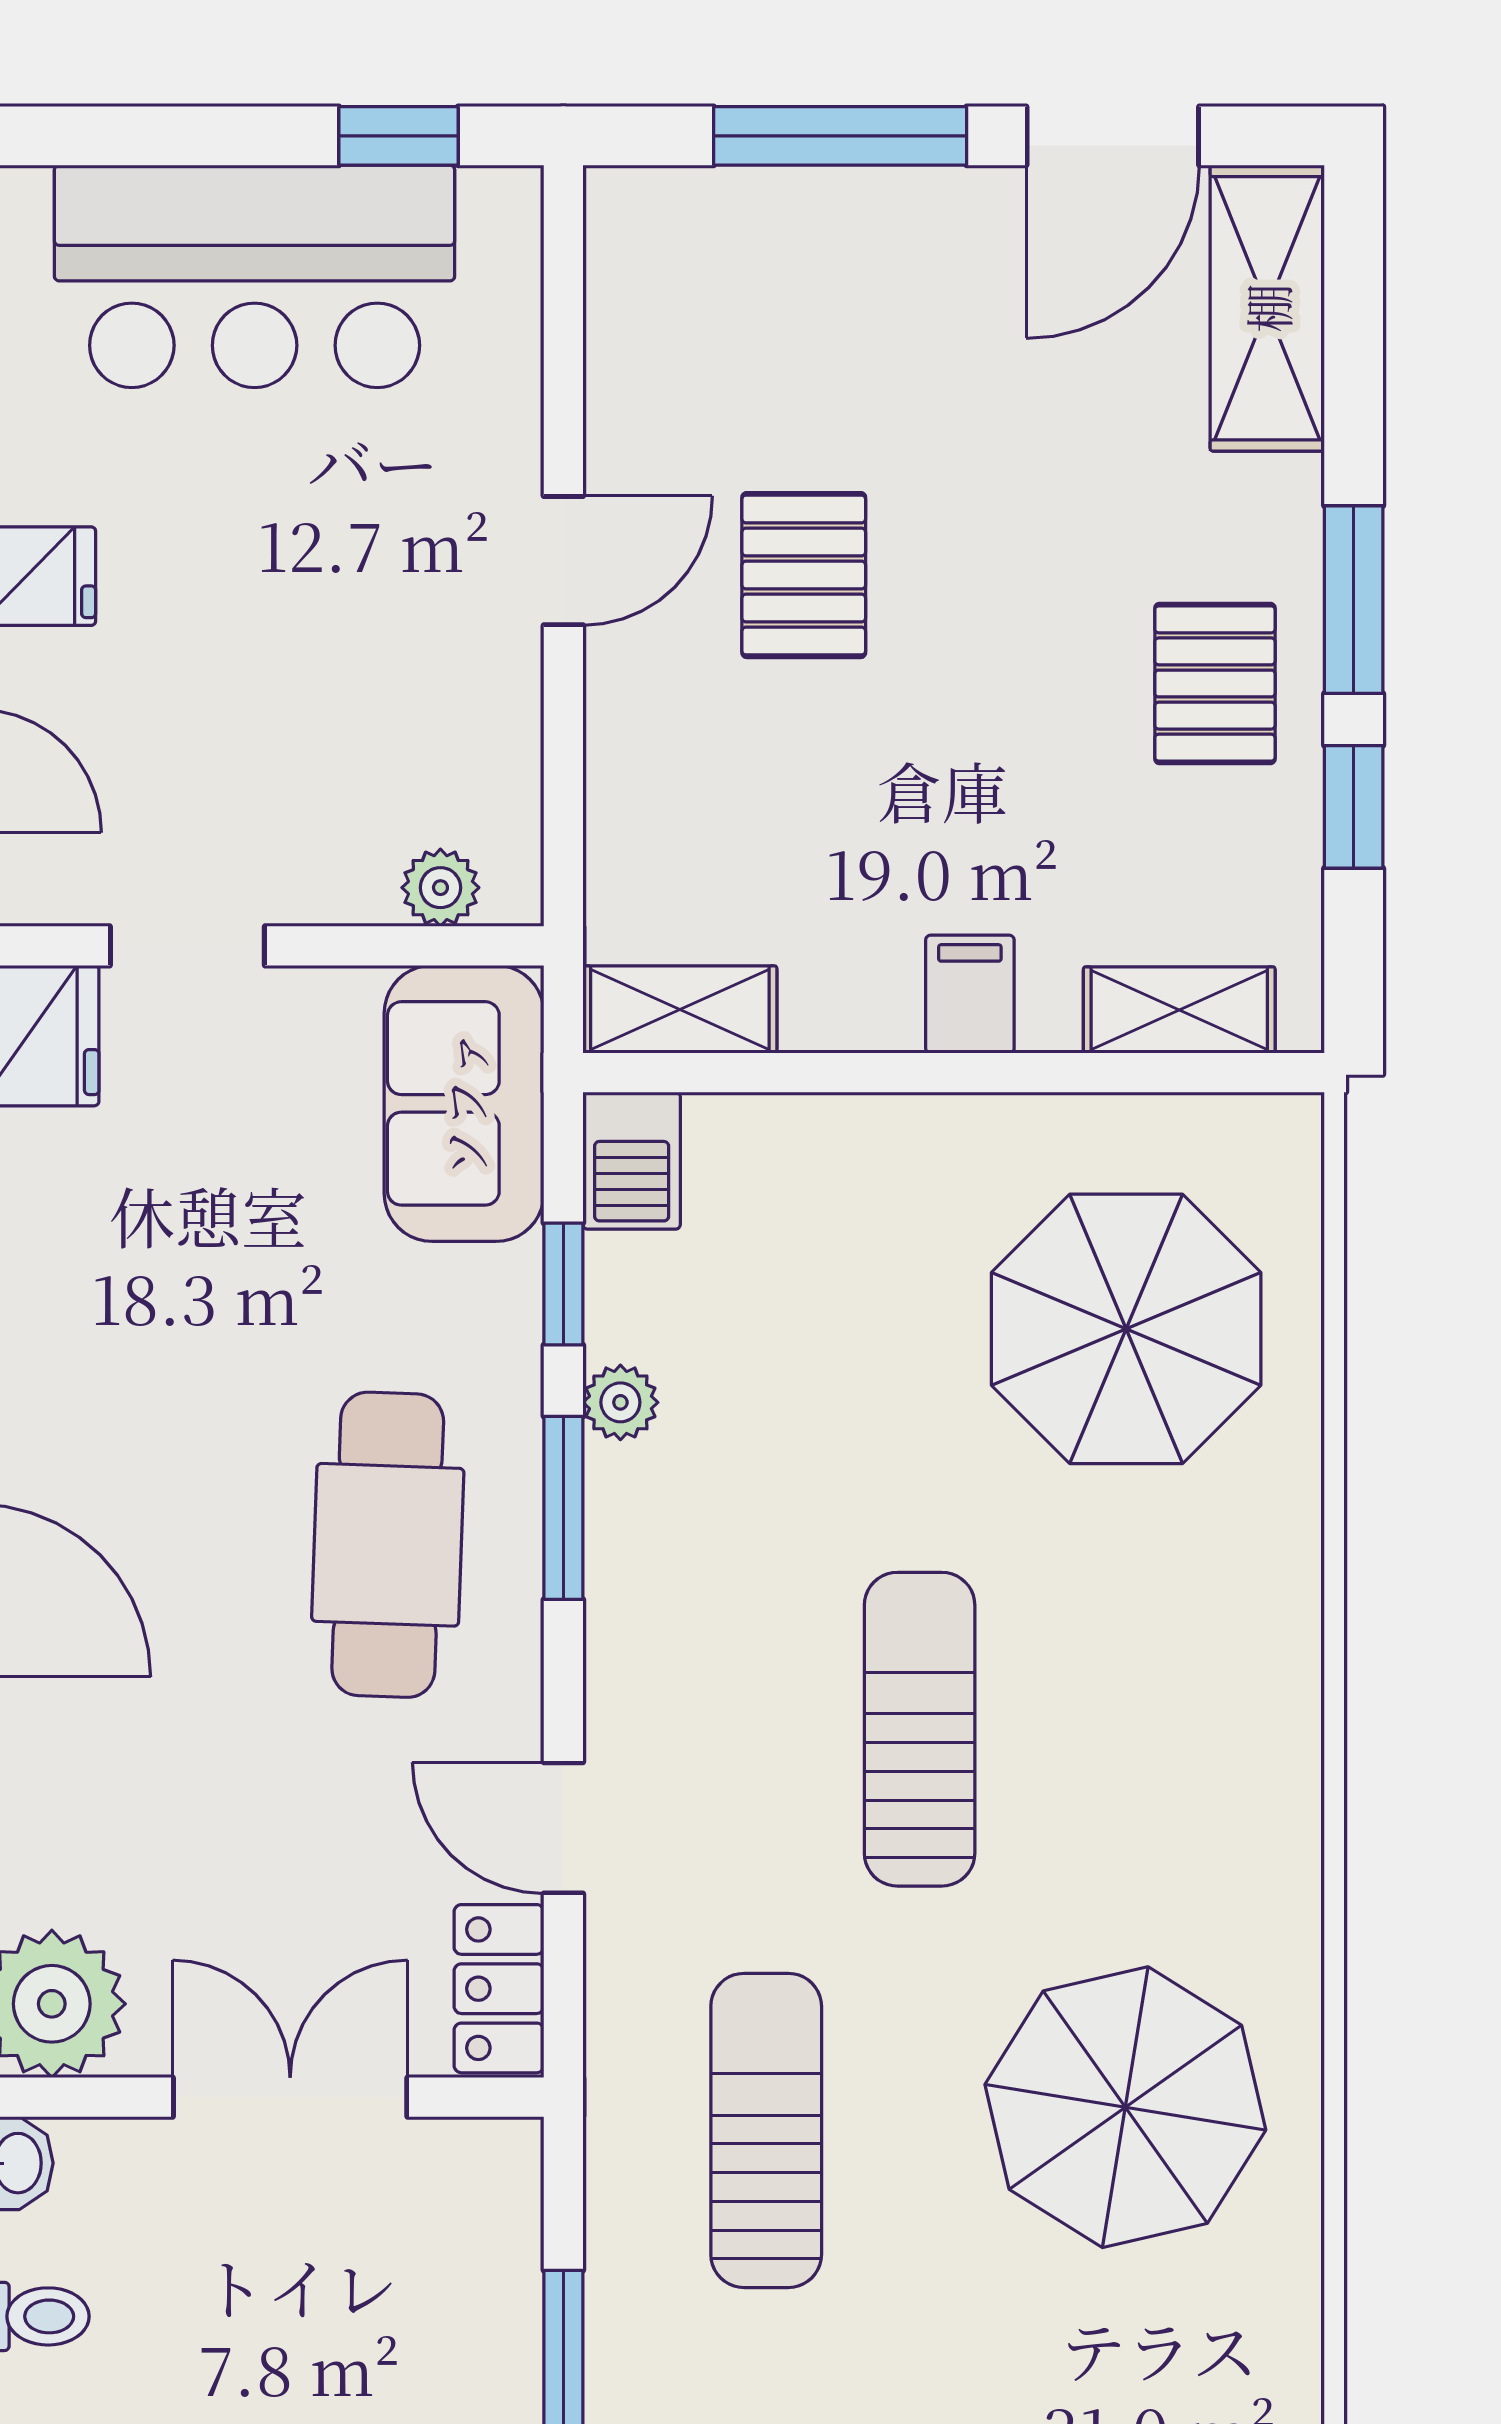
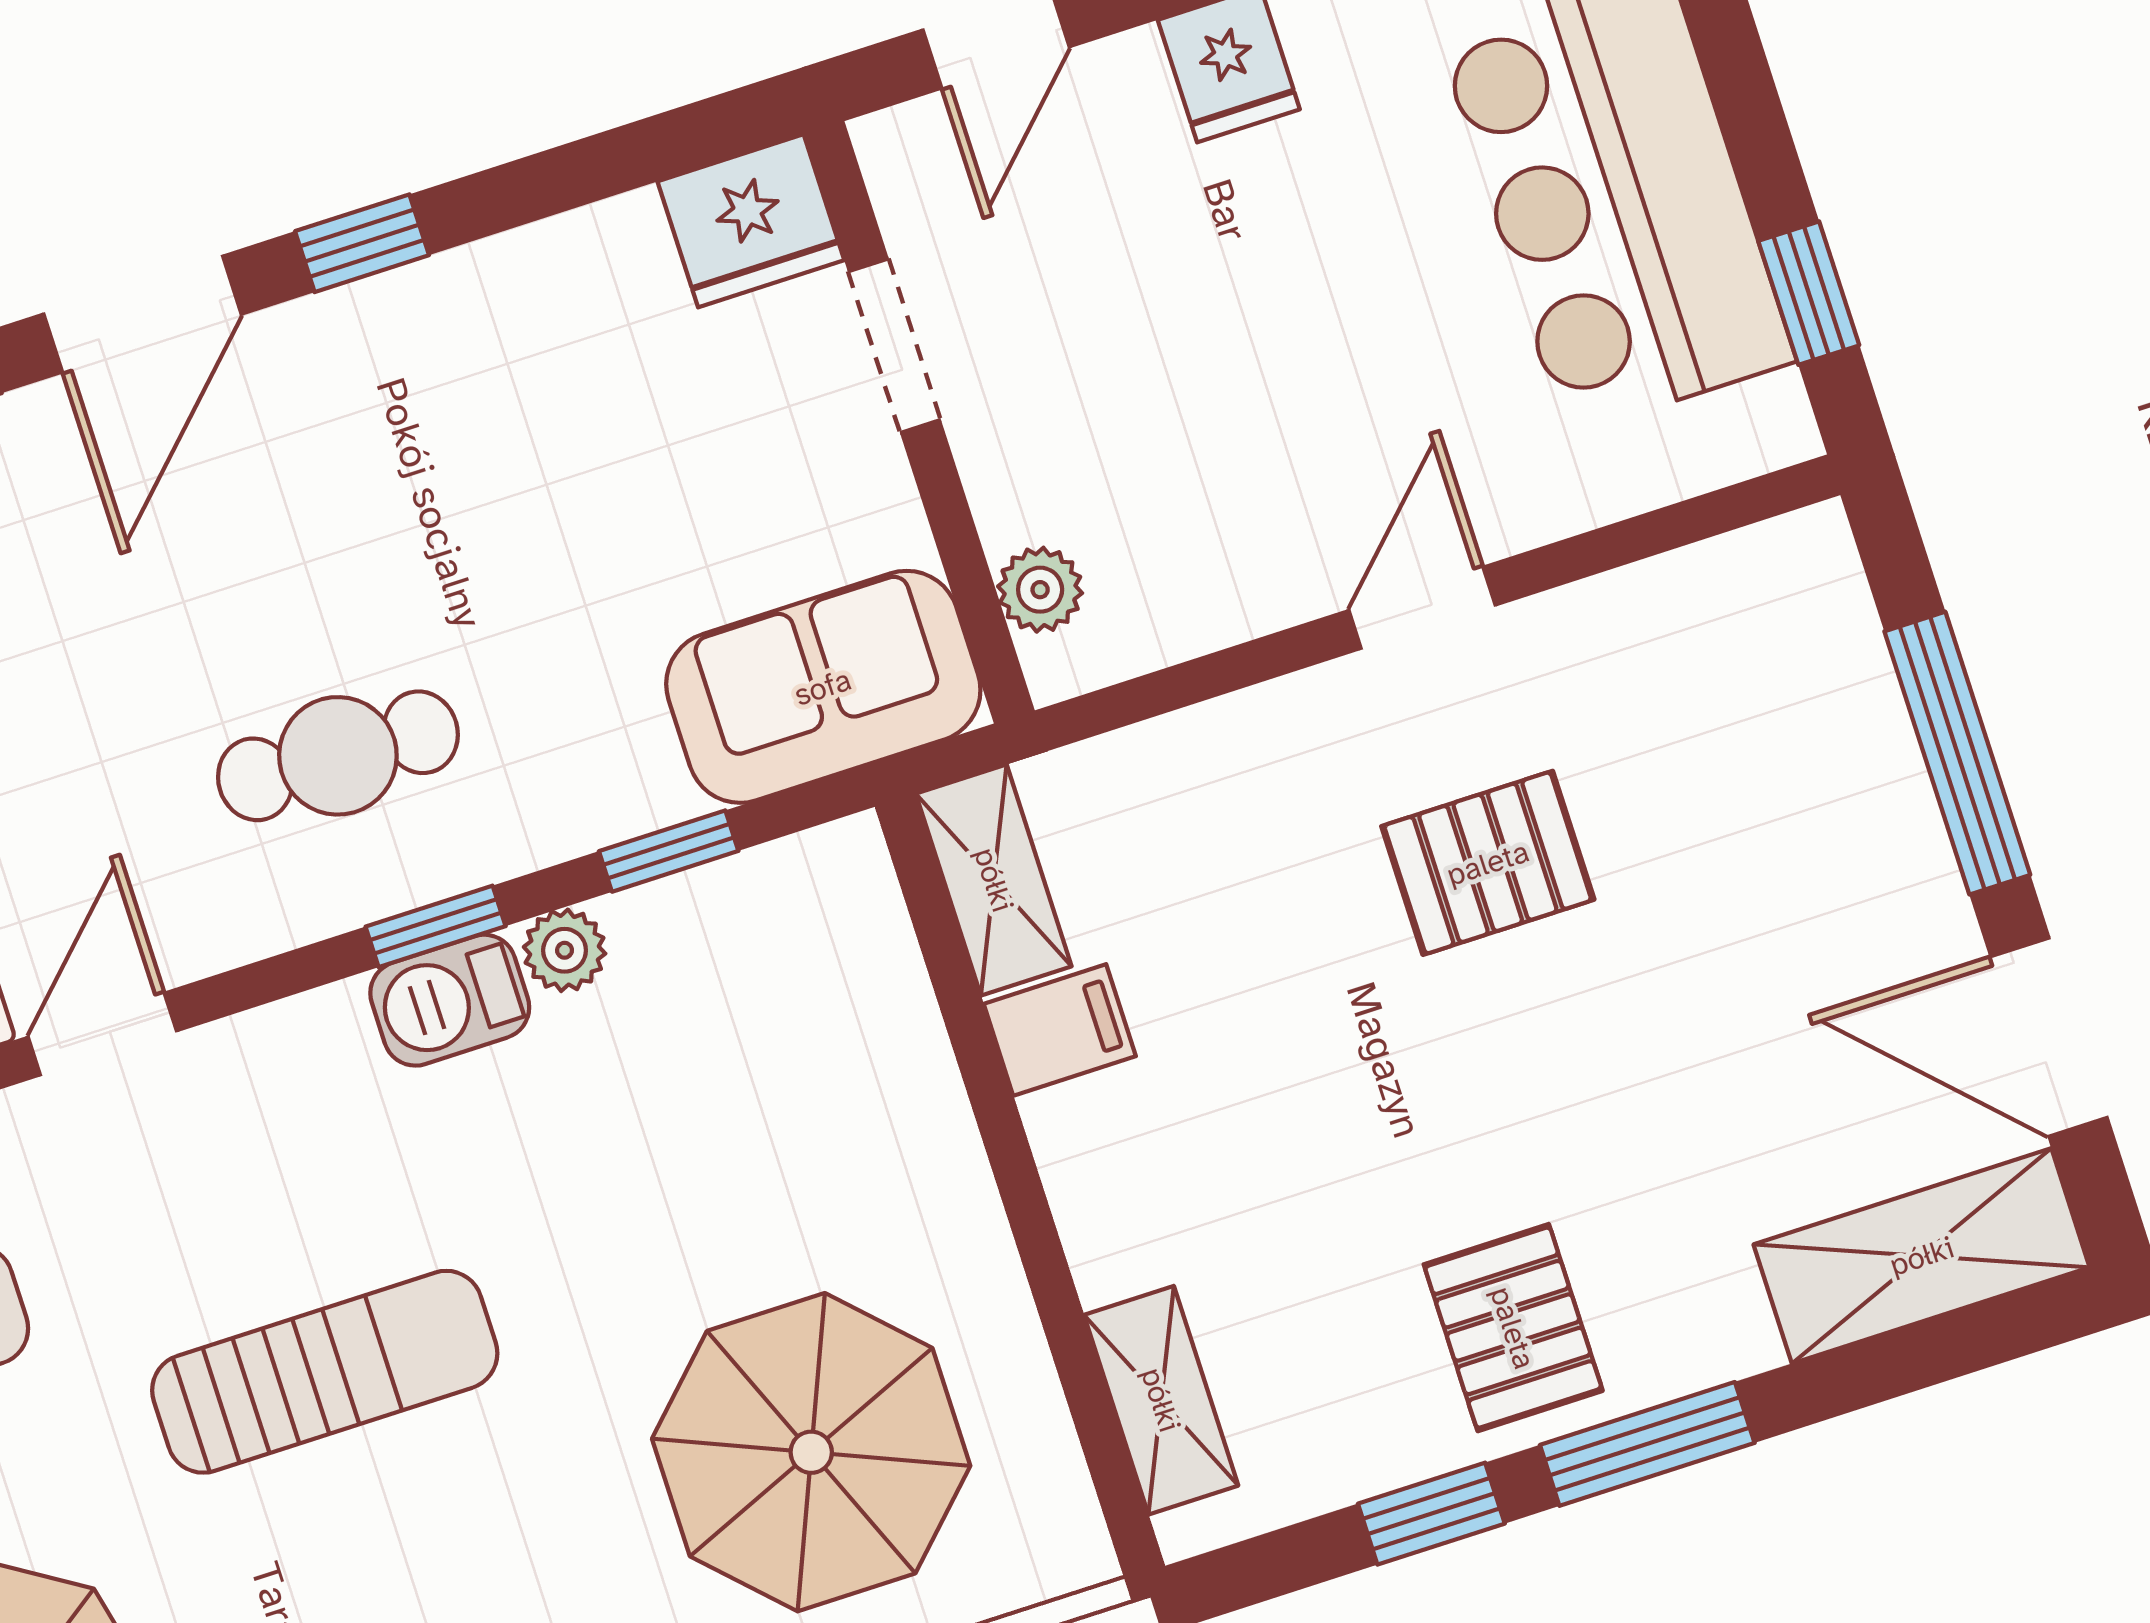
door: (563, 561) -> (1422, 608), swing flipped
pallet: (1215, 683) -> (1513, 1328), turned 90
filing cabinet: (970, 994) -> (1060, 1030), moved
barbecue: (632, 1161) -> (450, 1000), moved
window: (563, 1508) -> (436, 926), width x0.67
cafe table: (388, 1545) -> (338, 756), width x0.73, depth x0.74

